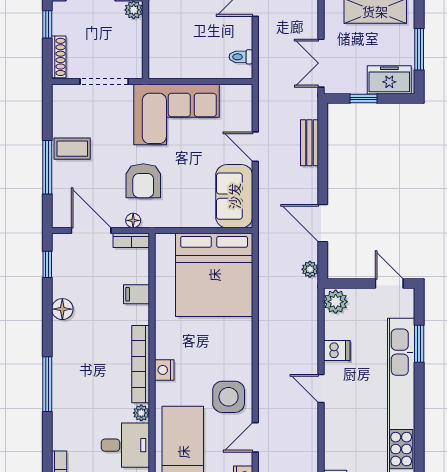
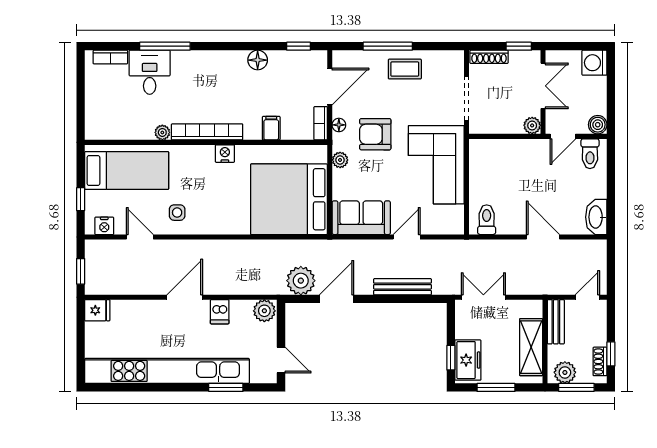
toilet: (241, 57) -> (487, 220), width x1.37, depth x1.39
window: (364, 98) -> (451, 358), moved
bench: (309, 143) -> (402, 287), width x1.36
coffee table: (72, 149) -> (405, 69), turned 90
plant: (171, 219) -> (340, 160), added
plant: (310, 269) -> (301, 281), width x1.88, depth x1.88
door: (389, 284) -> (281, 360), hinge flipped
nightstand: (164, 370) -> (225, 154), moved
window: (47, 384) -> (165, 46), moved
door: (321, 389) -> (185, 297), width x1.38
side table: (229, 397) -> (177, 213), width x0.54, depth x0.54
desk: (125, 445) -> (150, 72), moved, turned 180

